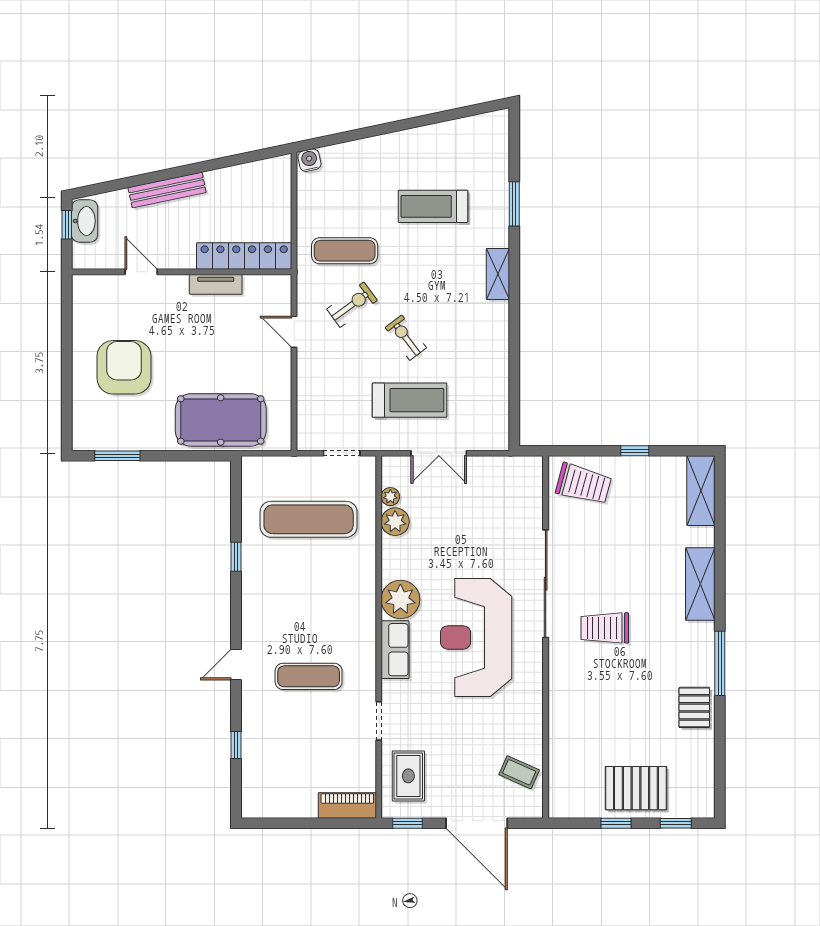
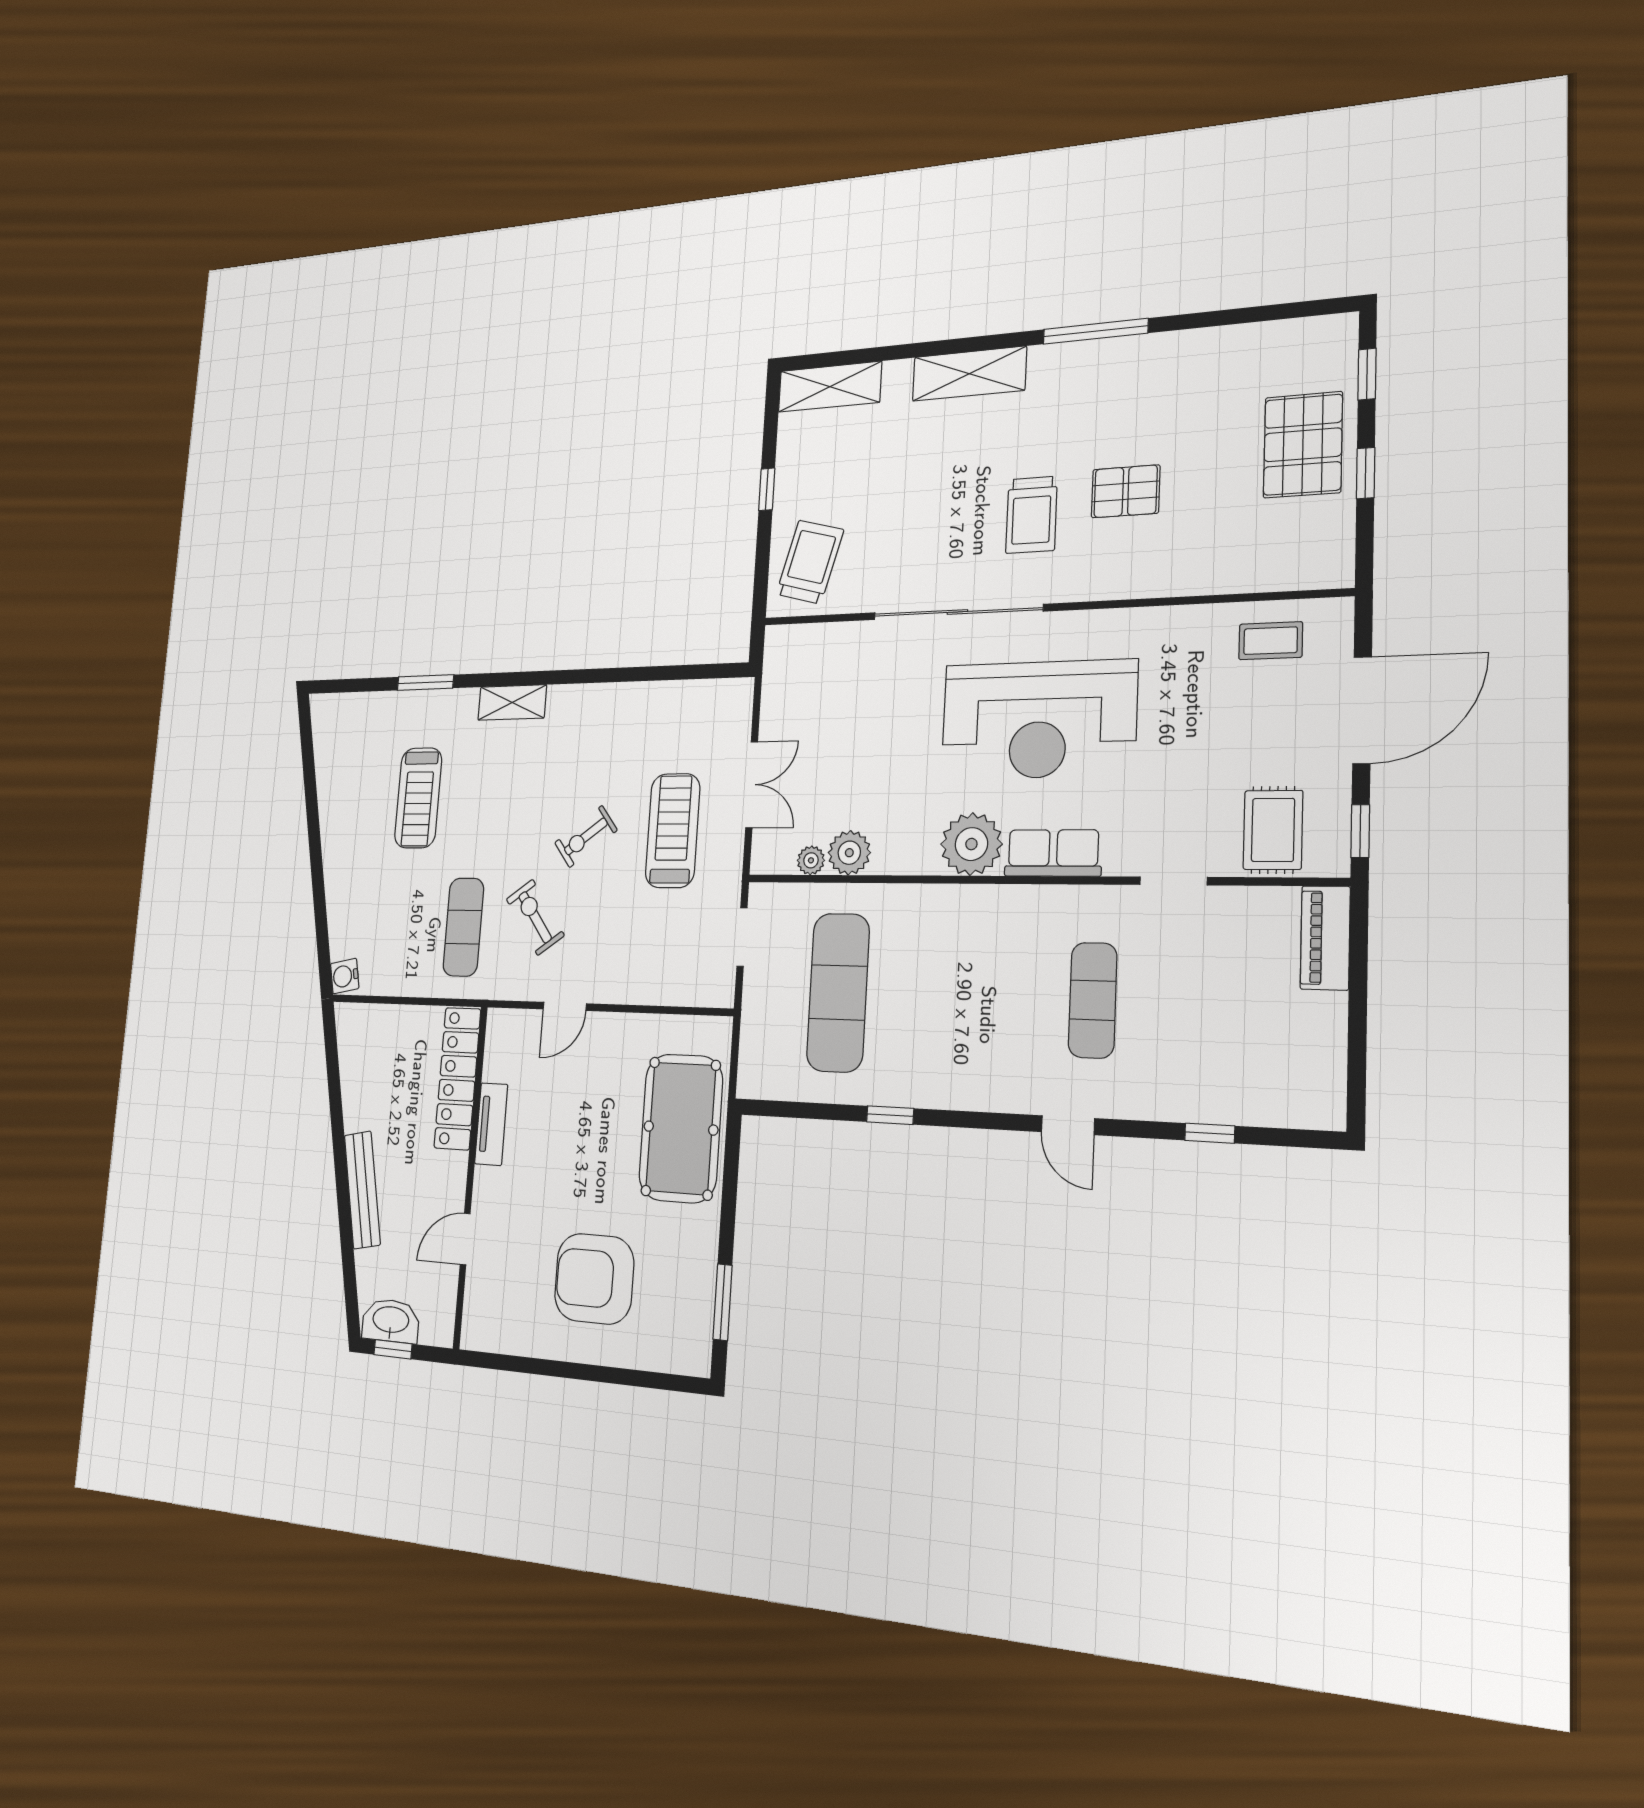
pallet: (694, 707) -> (1126, 491), moved
coffee table: (519, 772) -> (1271, 641), turned 66
rug: (408, 776) -> (1273, 830), turned 90

